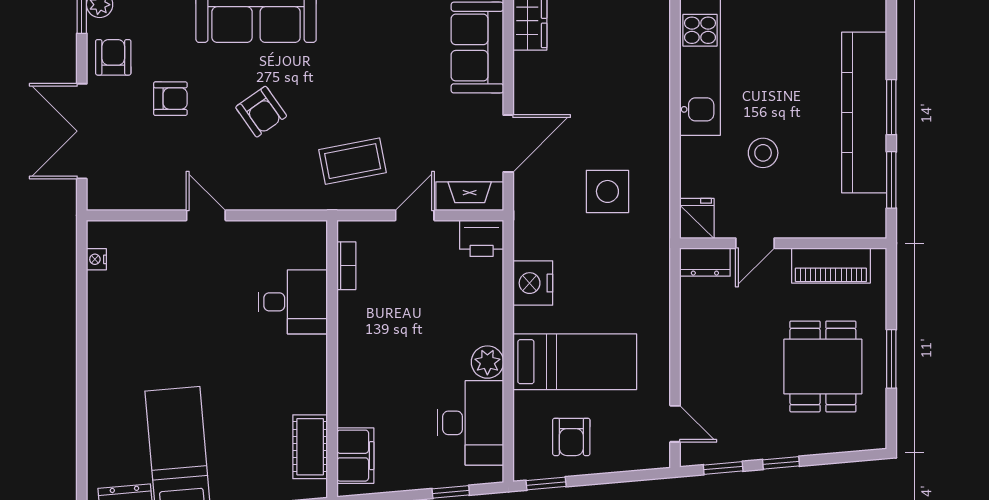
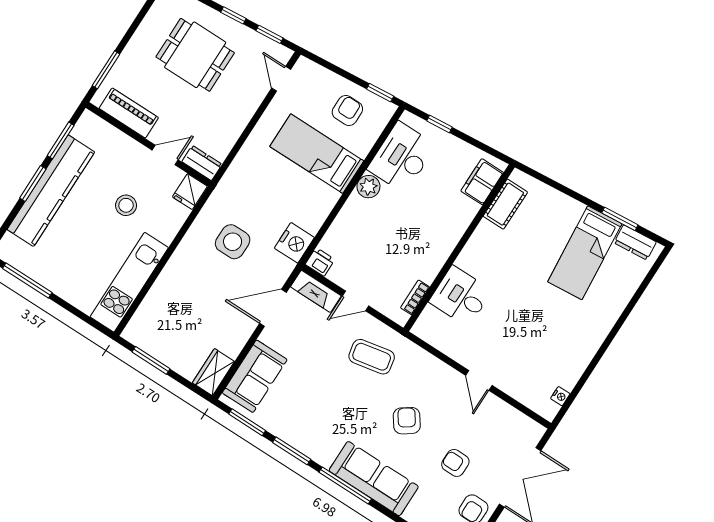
printer: (482, 238) -> (320, 262), width x0.73, depth x0.81
nightstand: (533, 283) -> (294, 243), moved
window: (891, 359) -> (106, 70), moved
dining table: (823, 366) -> (195, 55), moved, turned 90

